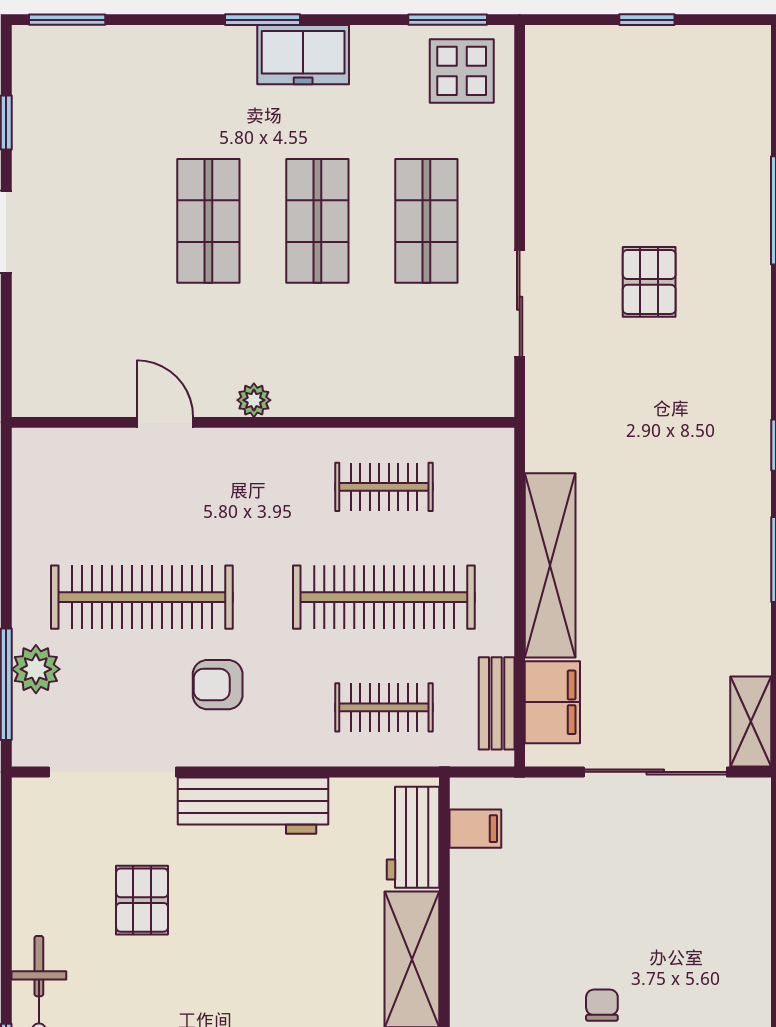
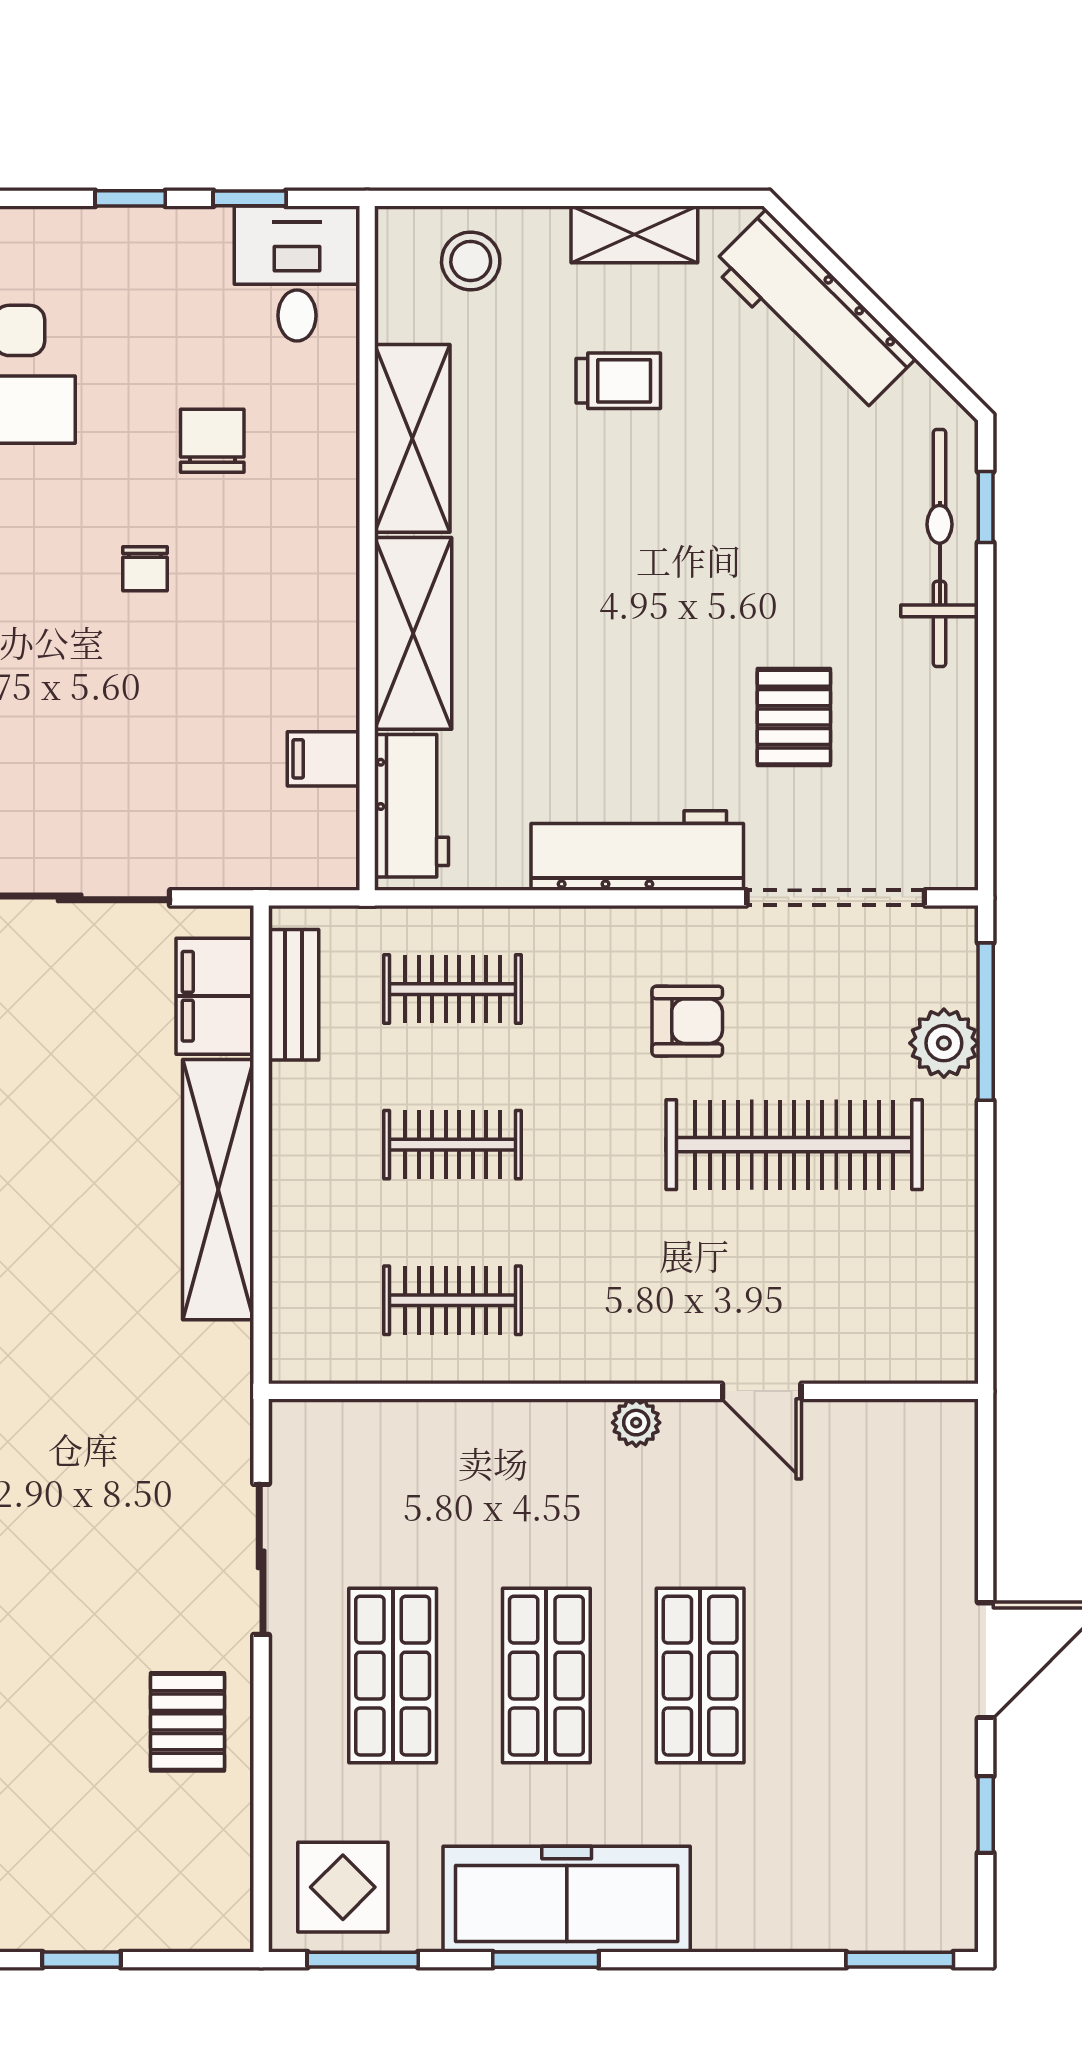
window: (262, 20) -> (546, 1960), moved
freezer: (303, 55) -> (567, 1899), width x1.91, depth x1.26
pallet: (649, 282) -> (188, 1722), moved
clothes rail: (384, 597) -> (453, 1145), width x0.54, depth x0.76
filing cabinet: (475, 829) -> (323, 759), moved

